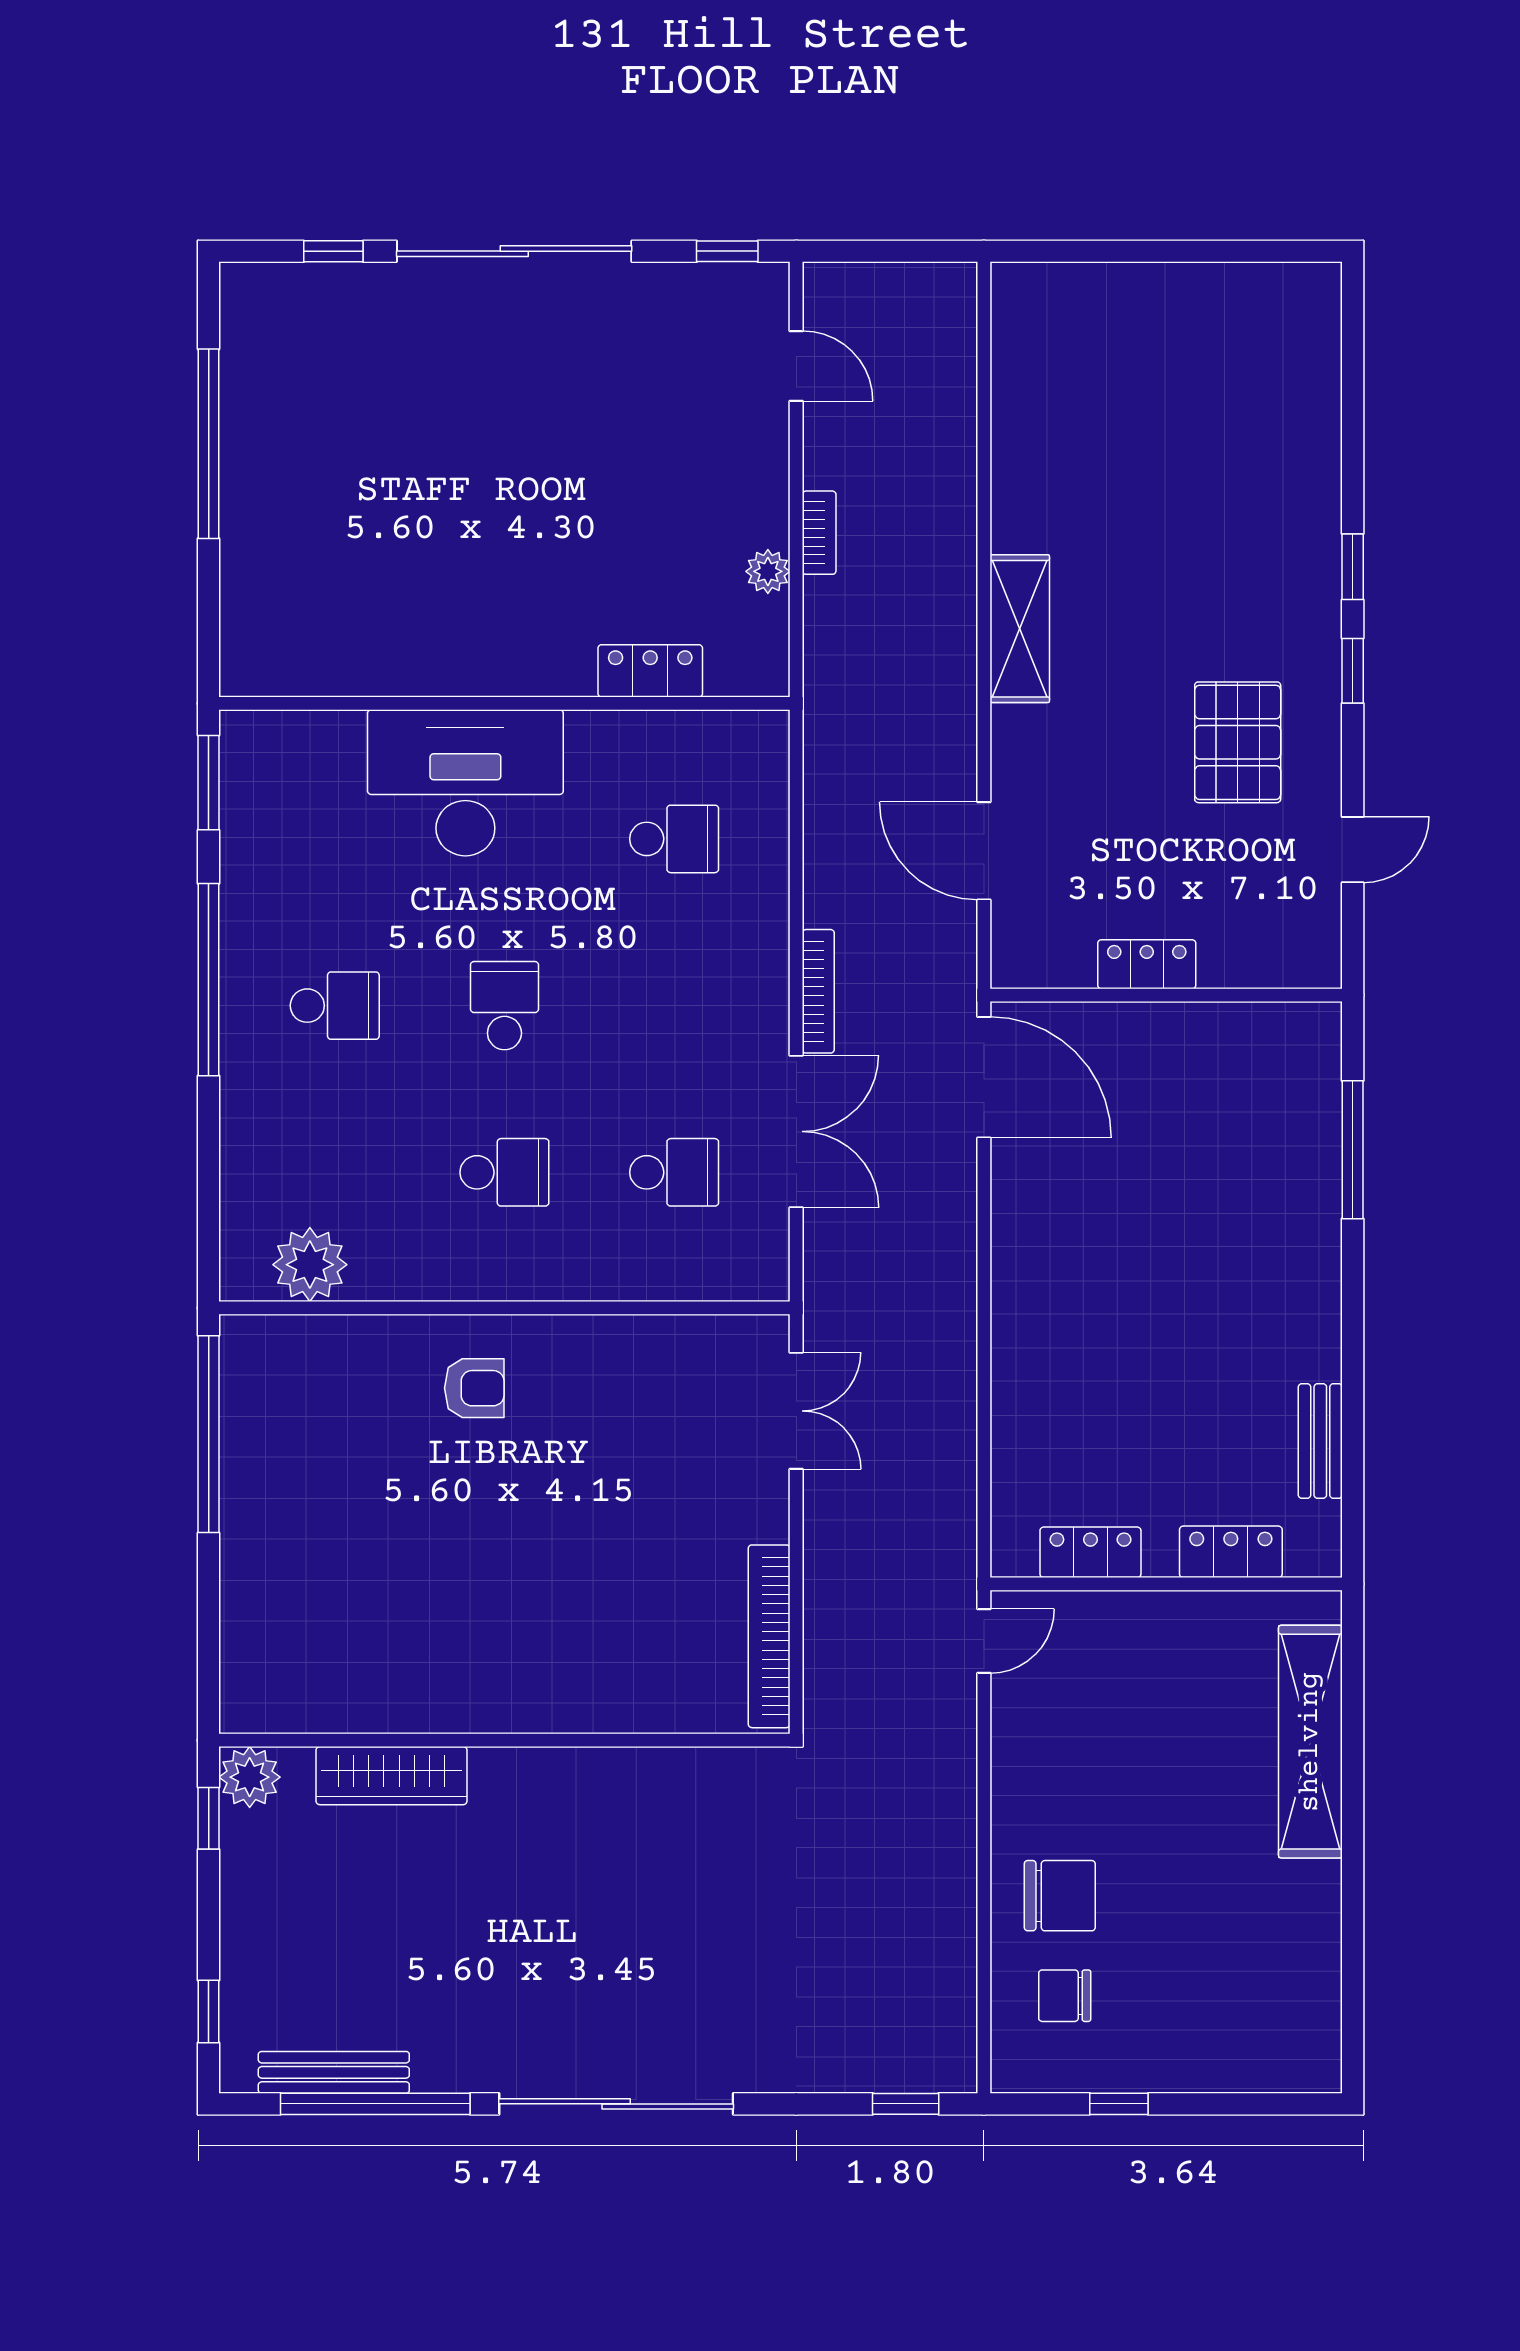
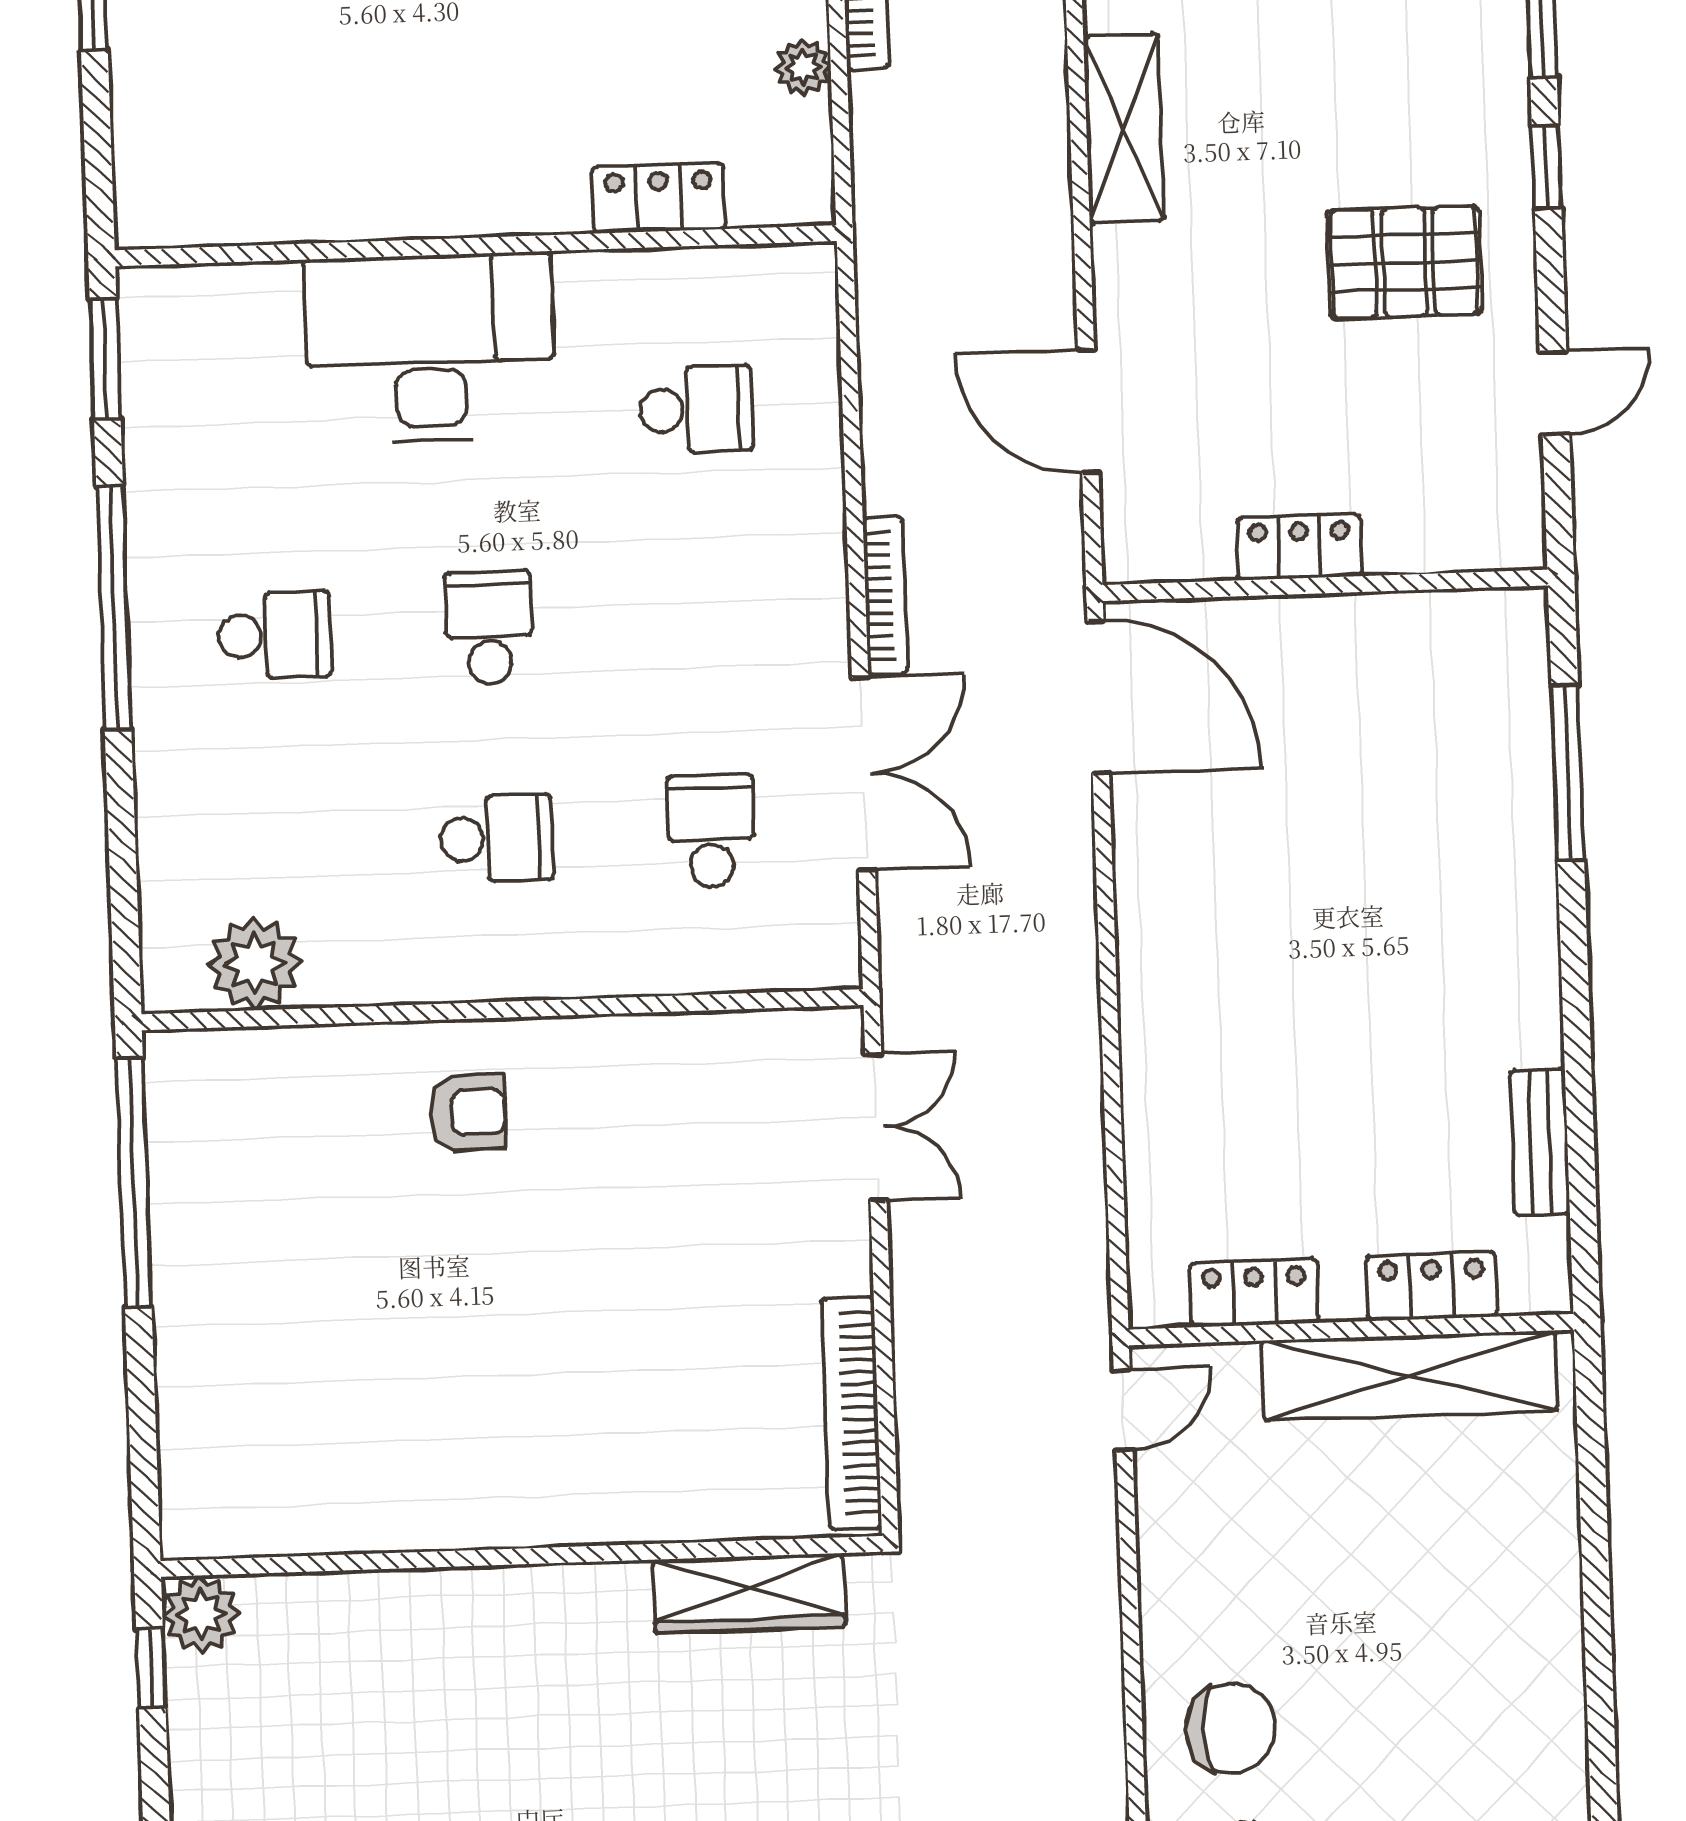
pallet: (1238, 742) -> (1404, 262), turned 90
school desk: (674, 1172) -> (711, 831), turned -90
shelving: (1310, 1742) -> (1410, 1376), moved, turned 90
wardrobe: (392, 1776) -> (749, 1593), moved

